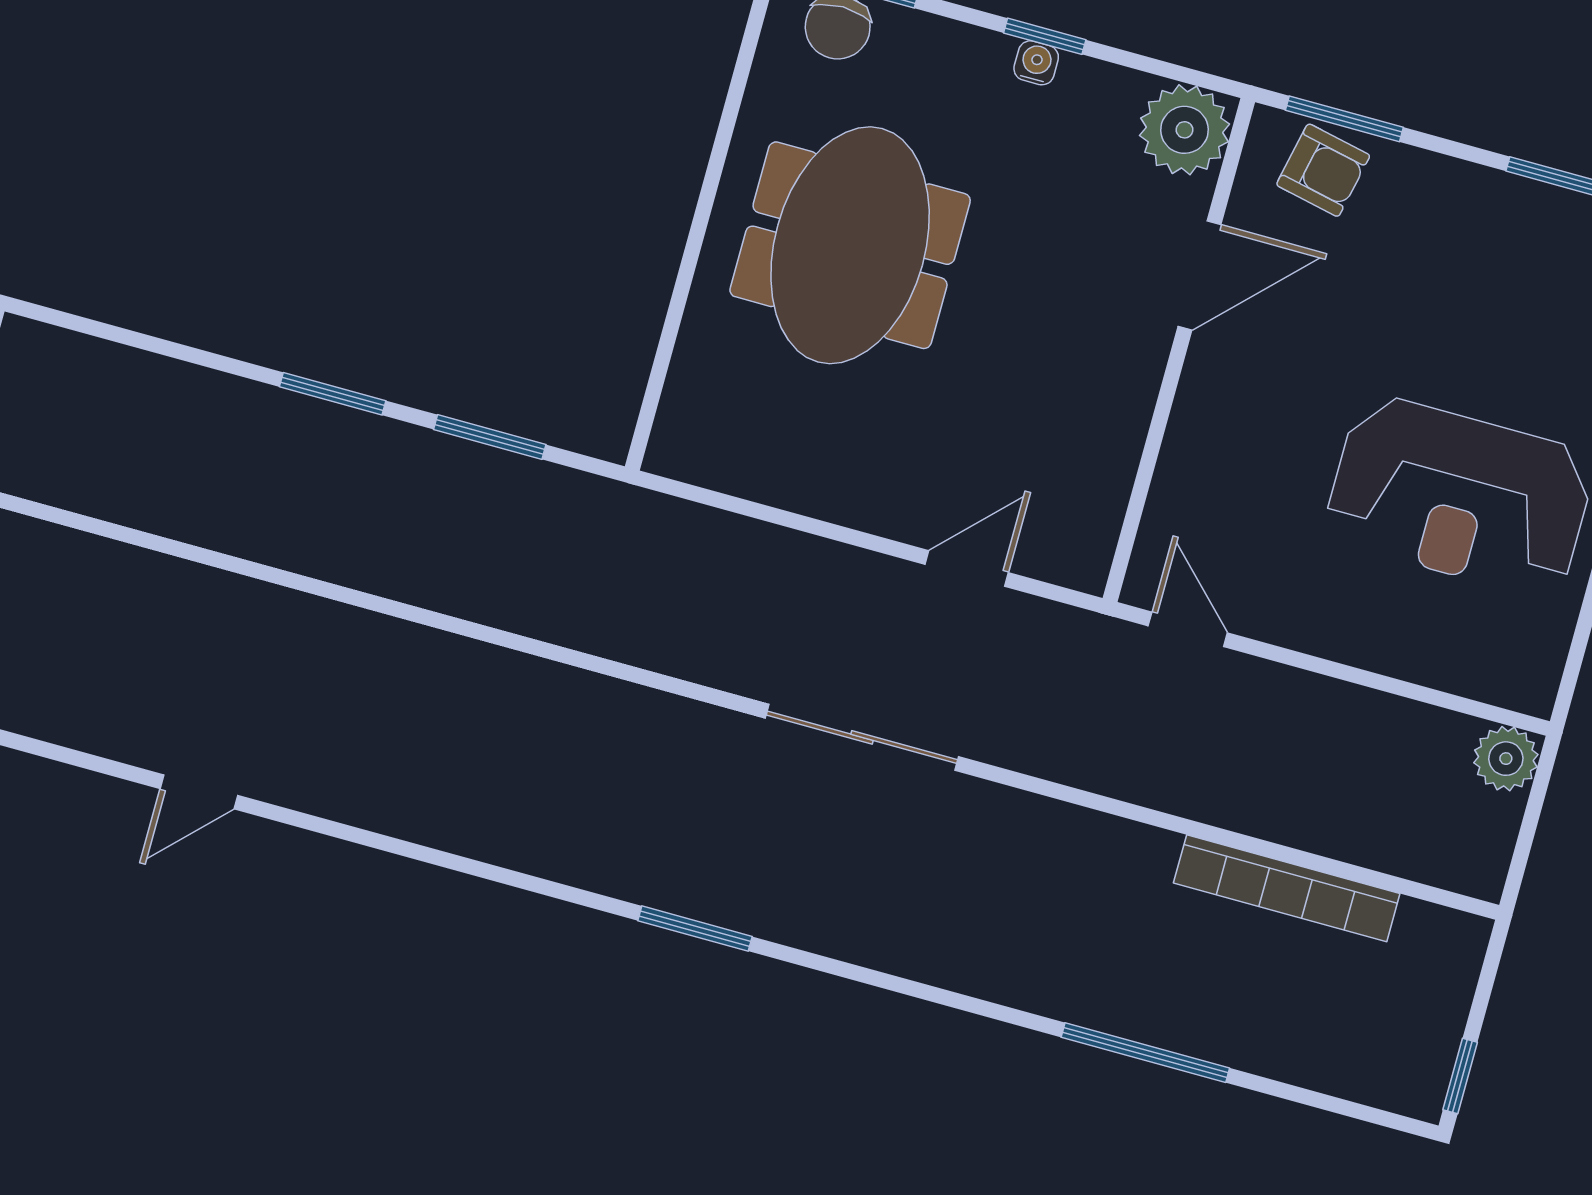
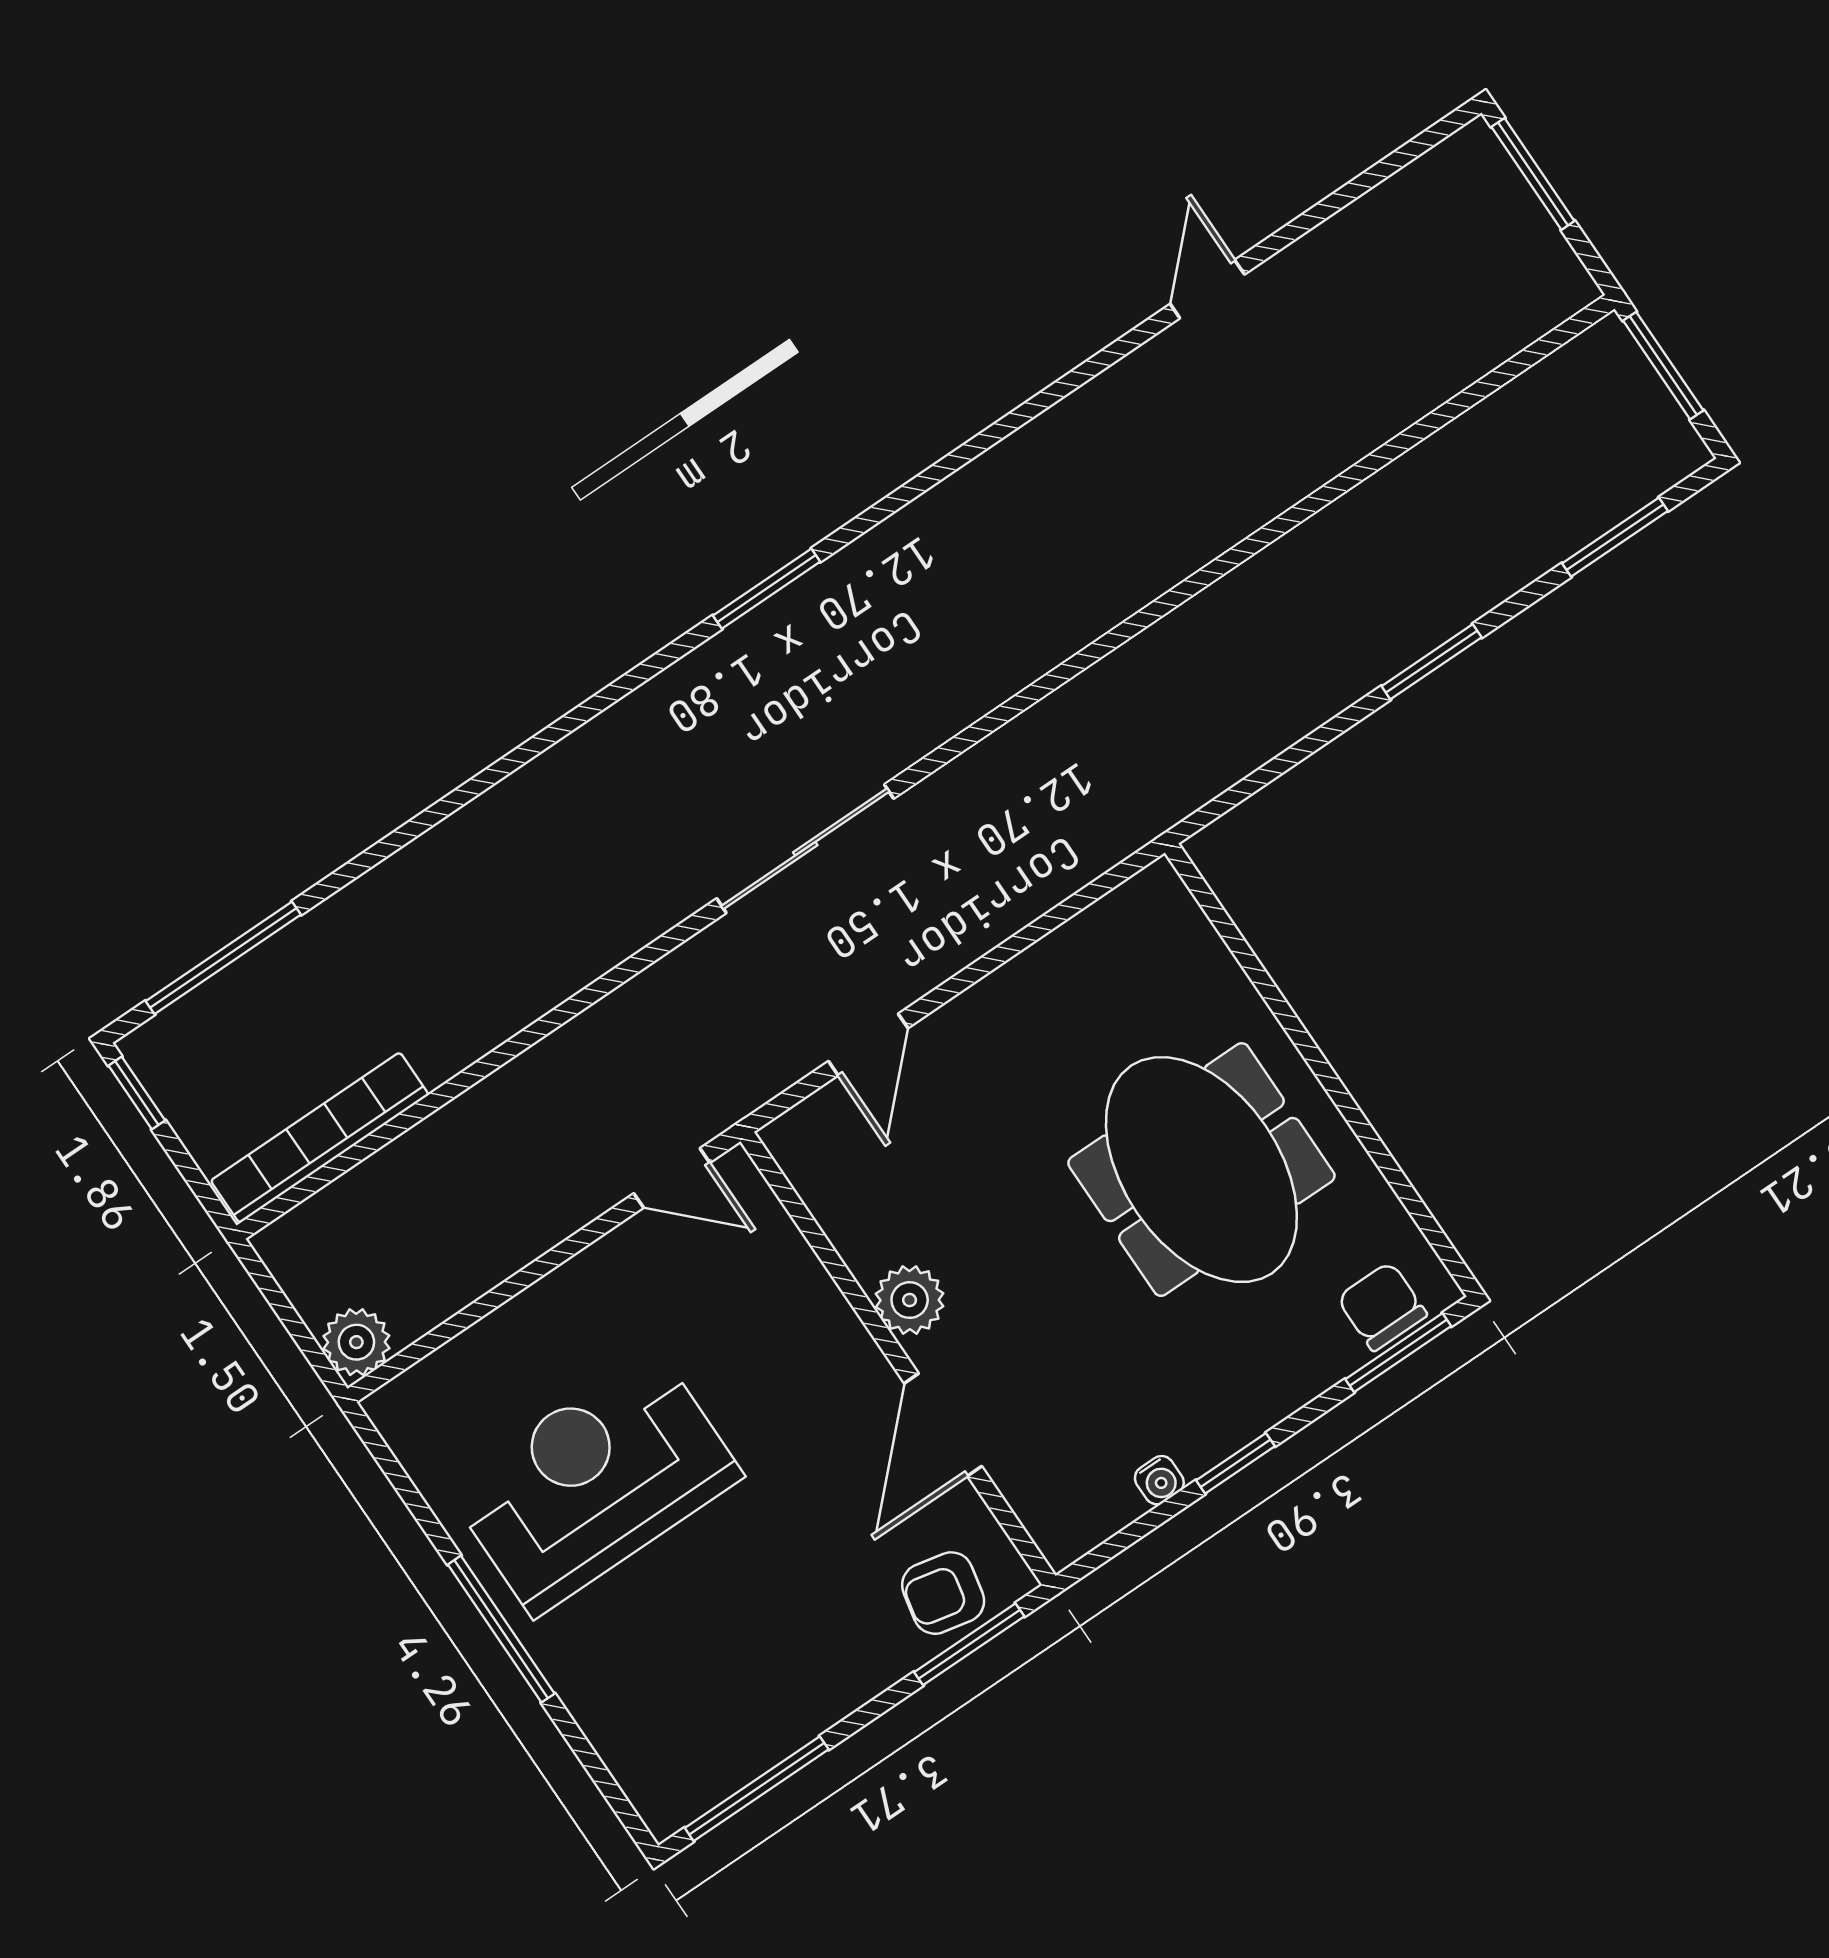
water cooler: (1036, 63) -> (1159, 1480), moved
plant: (1185, 130) -> (910, 1300), moved, width x0.73, depth x0.73
window: (490, 437) -> (1615, 537), moved
bookcase: (1287, 888) -> (320, 1138), moved
window: (1145, 1053) -> (223, 958), moved

